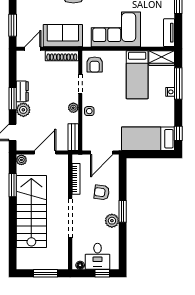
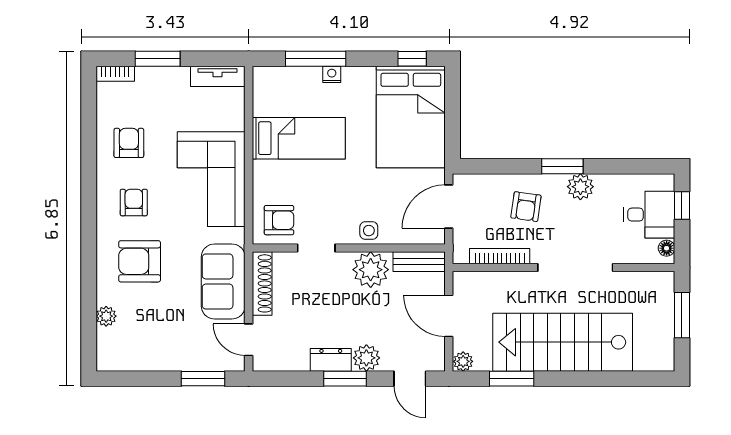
wardrobe: (162, 58) -> (267, 91), removed
plant: (73, 108) -> (371, 270), width x1.87, depth x1.87
bed: (148, 139) -> (411, 117), width x1.50
door: (102, 153) -> (449, 206), swing flipped

